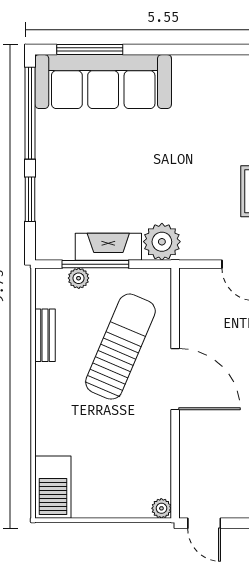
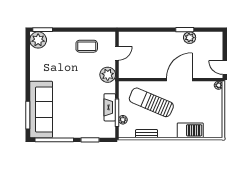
plant: (162, 242) -> (108, 75), moved
door: (175, 379) -> (179, 80), moved
barbecue: (53, 487) -> (190, 130), moved
door: (204, 523) -> (225, 68), swing flipped

